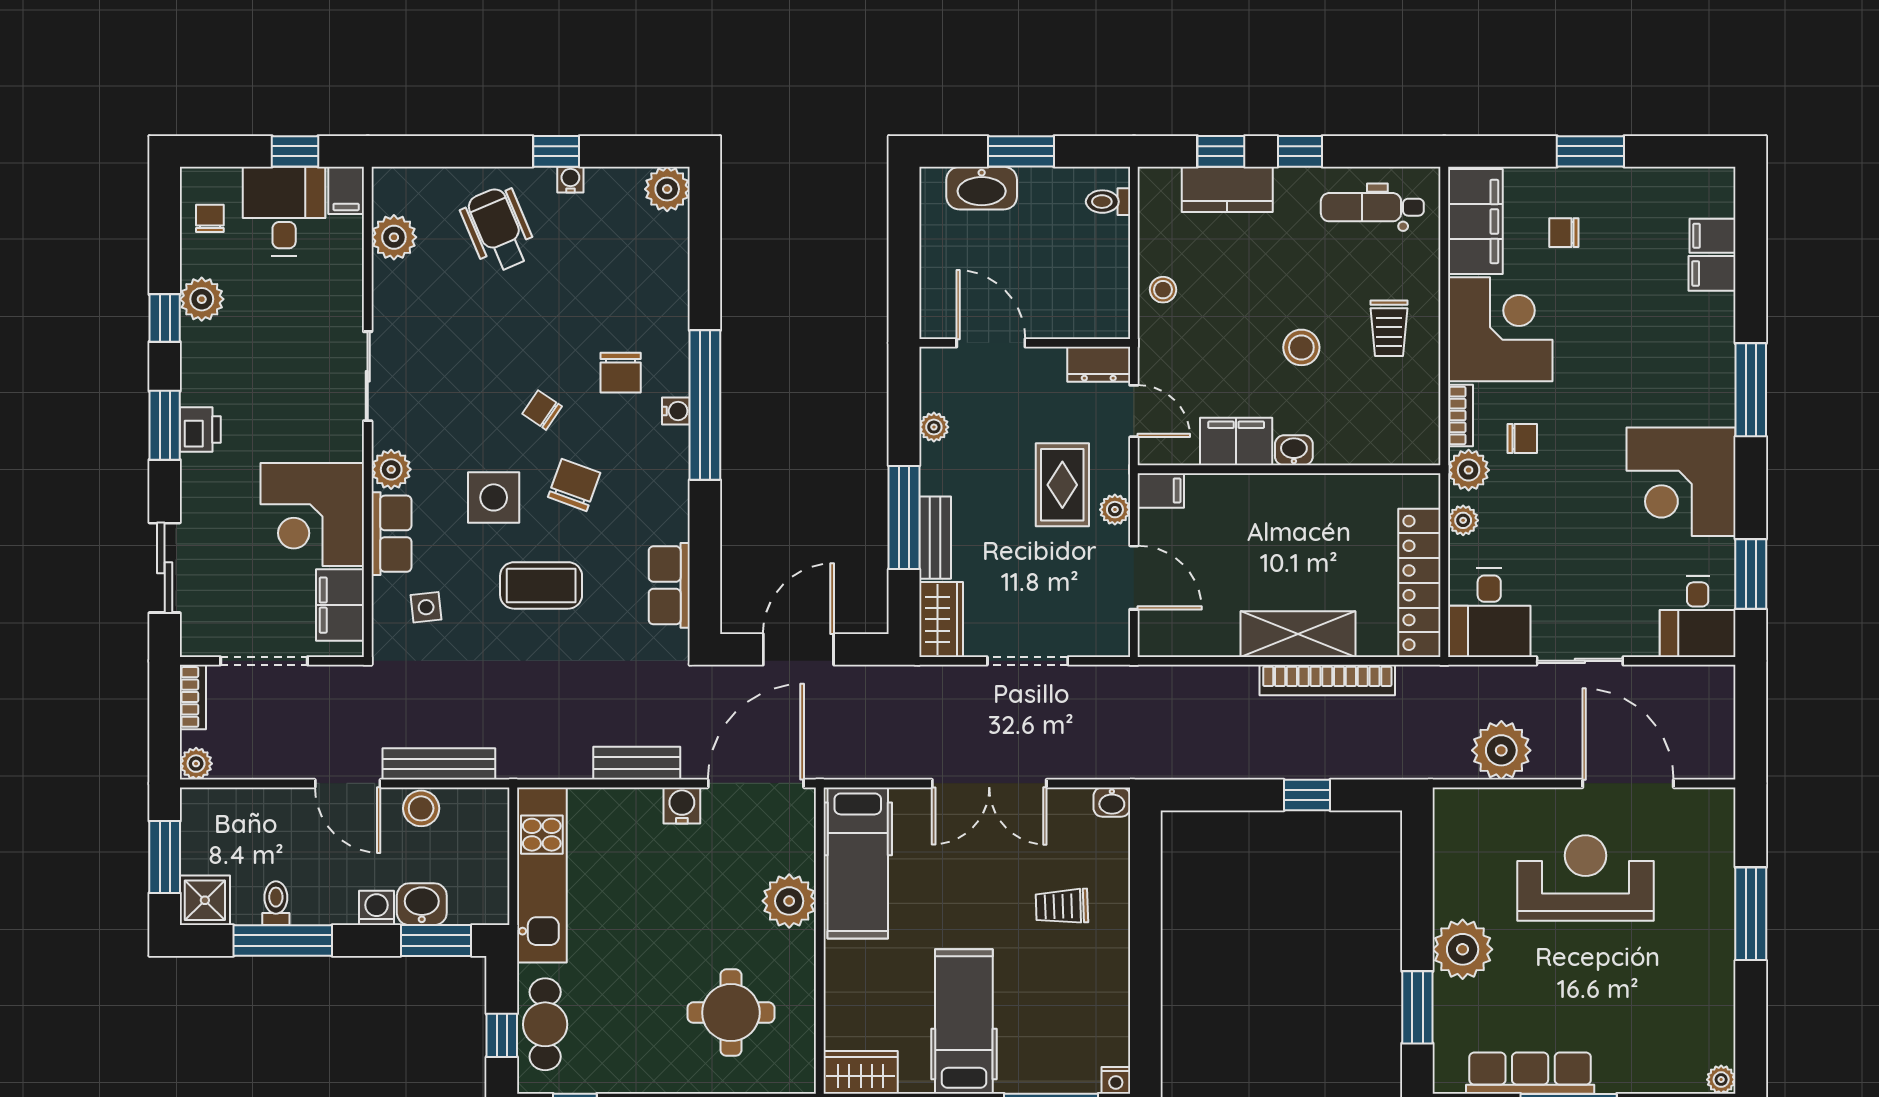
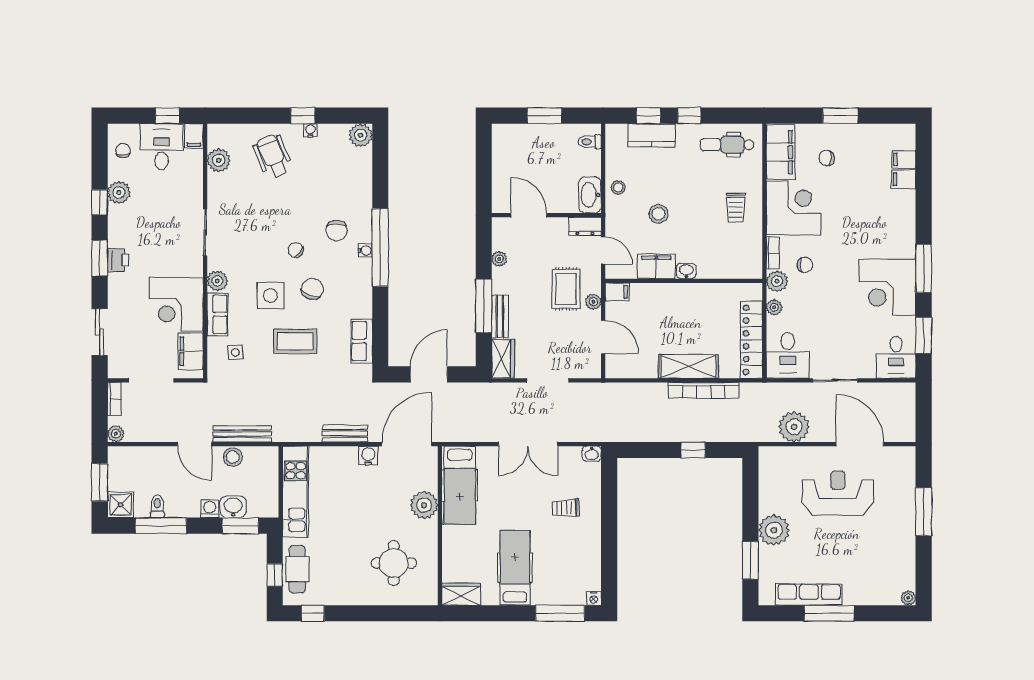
washbasin: (982, 188) -> (590, 195), moved, turned 90
stool: (1301, 347) -> (658, 214), moved
window: (1751, 390) -> (924, 269), moved

